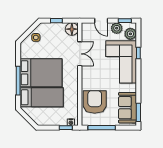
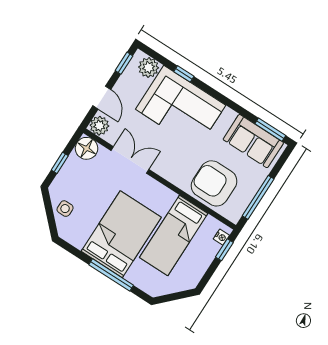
door: (101, 21) -> (102, 98), hinge flipped
plant: (117, 28) -> (99, 126), moved
bed: (42, 97) -> (174, 236), moved, turned 180

